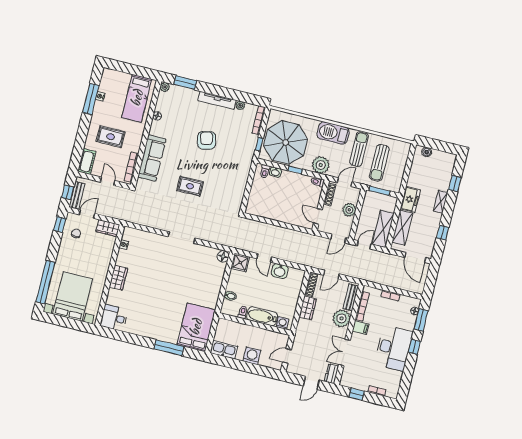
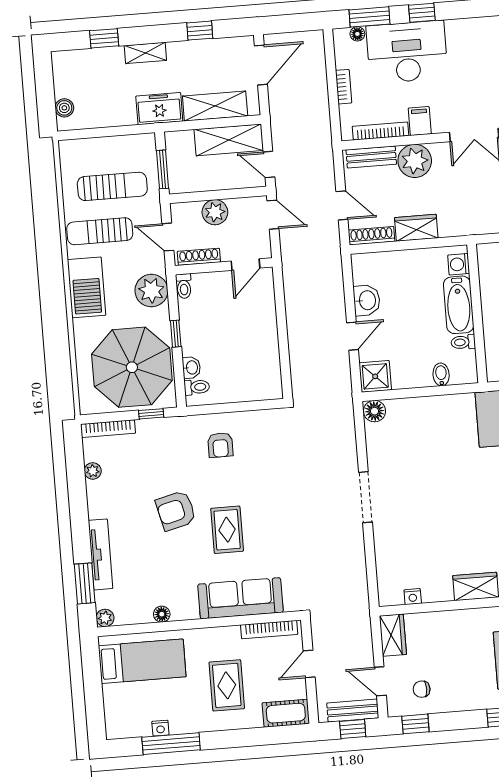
tv unit: (217, 100) -> (101, 554), moved
armchair: (232, 174) -> (220, 445), added
rug: (190, 186) -> (227, 530), moved
desk: (394, 348) -> (407, 52), moved

